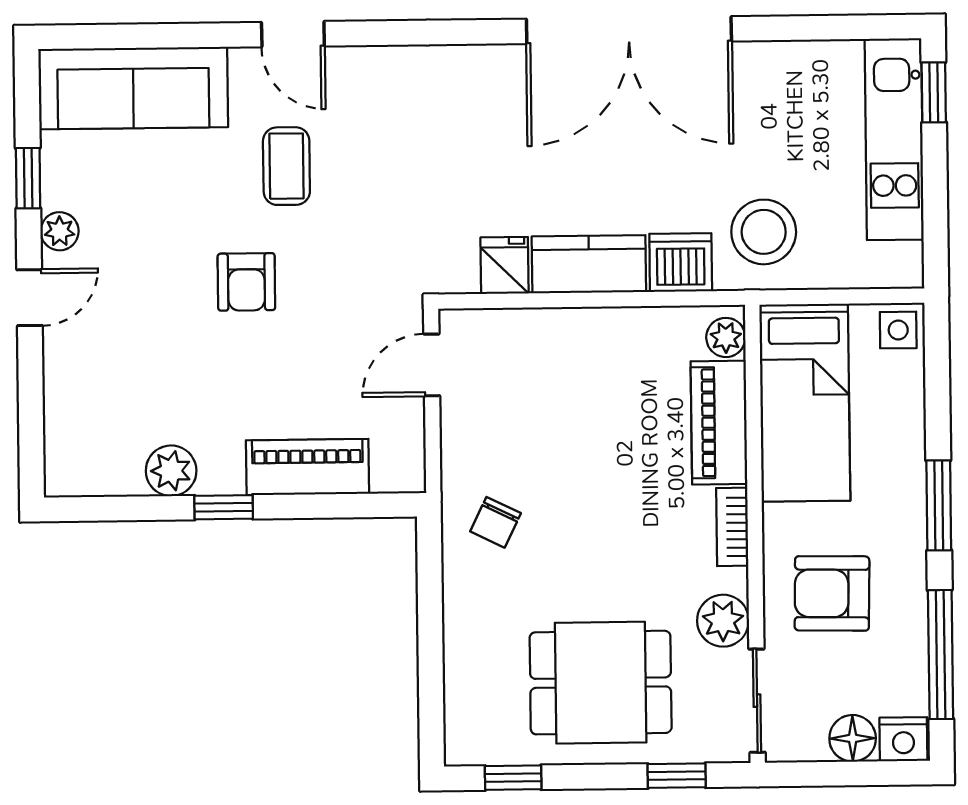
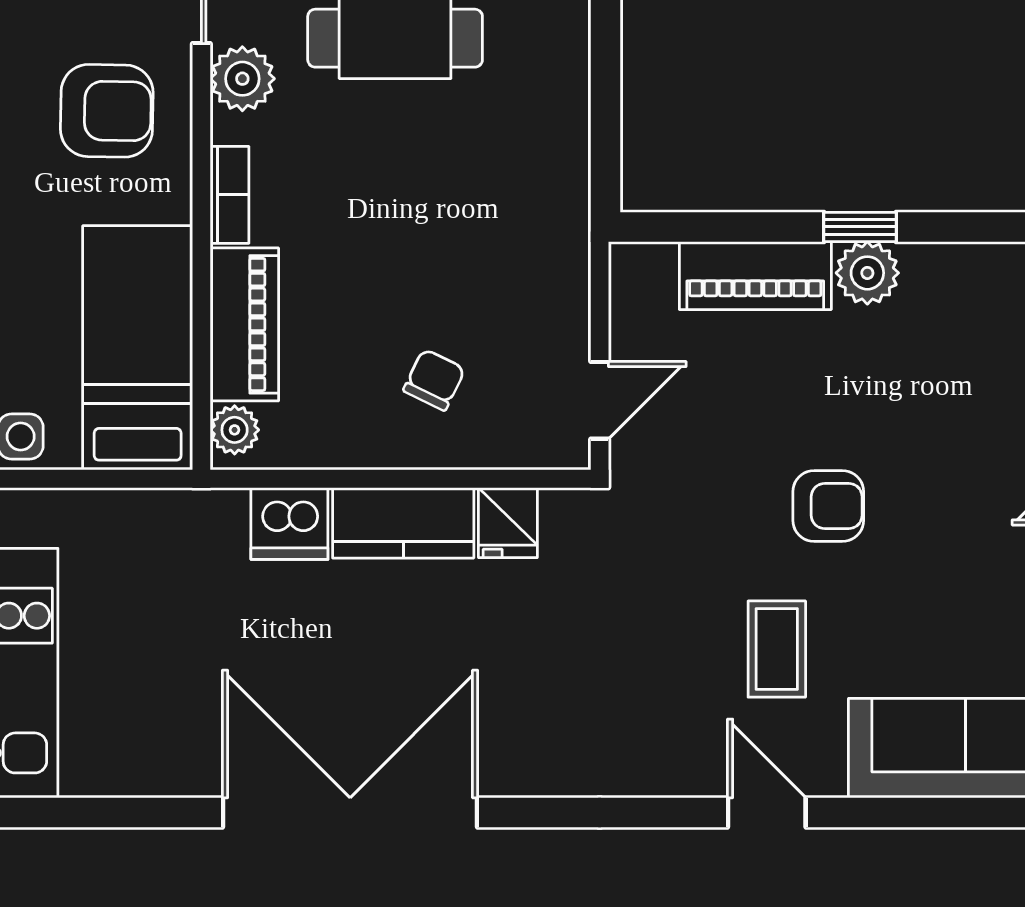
stool: (764, 232) -> (186, 560), removed
armchair: (246, 282) -> (828, 506), turned 90
plant: (171, 471) -> (867, 273), moved
chair: (496, 522) -> (434, 380), moved

